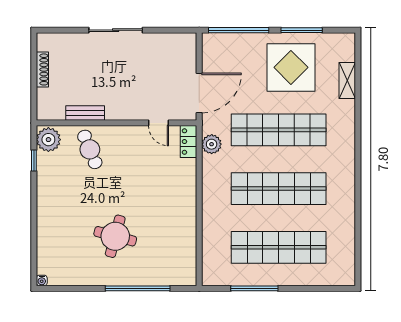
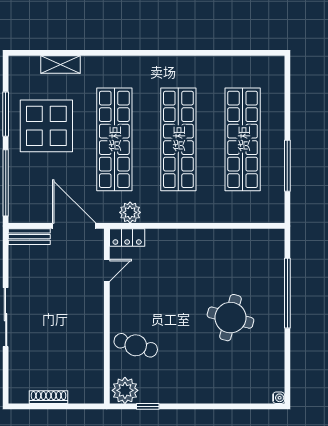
bench: (85, 113) -> (29, 237), moved, turned 90
cafe table: (90, 149) -> (136, 345), turned 39

